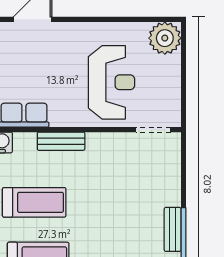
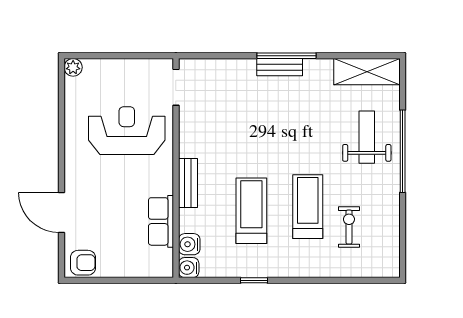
plant: (165, 38) -> (73, 67), width x0.53, depth x0.53

